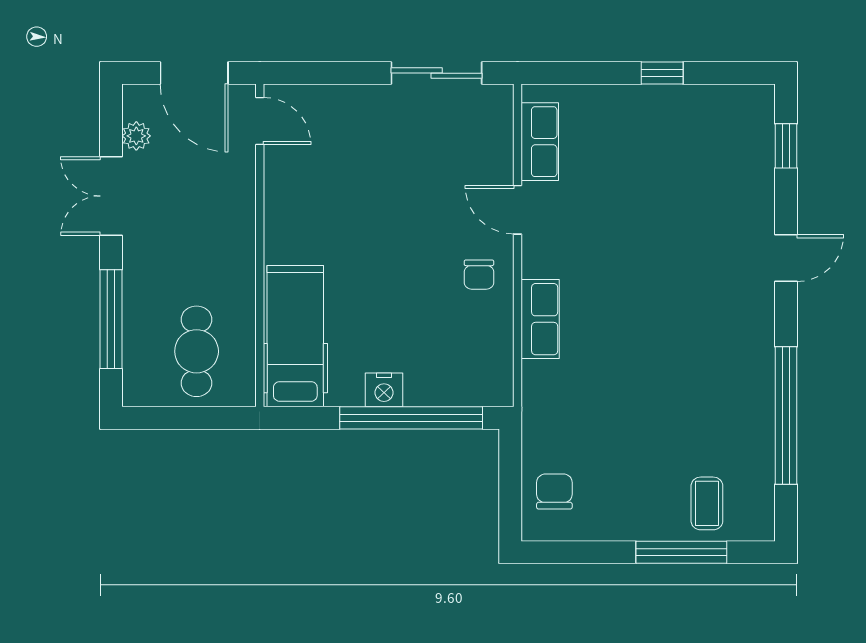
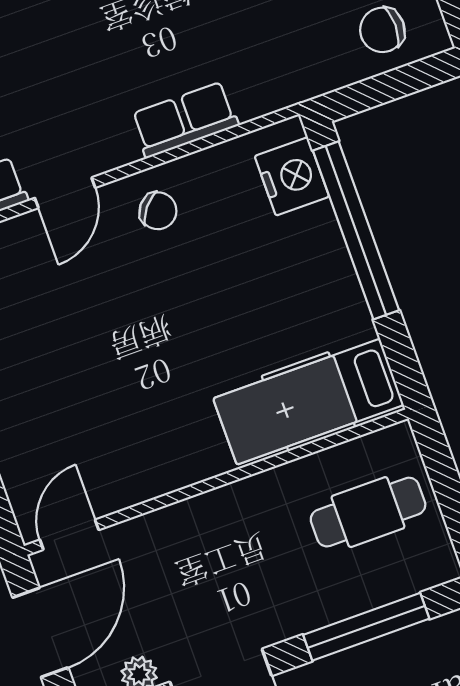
chair: (479, 275) -> (158, 211), turned 39
nightstand: (384, 390) -> (292, 176), moved, width x1.36, depth x1.33

